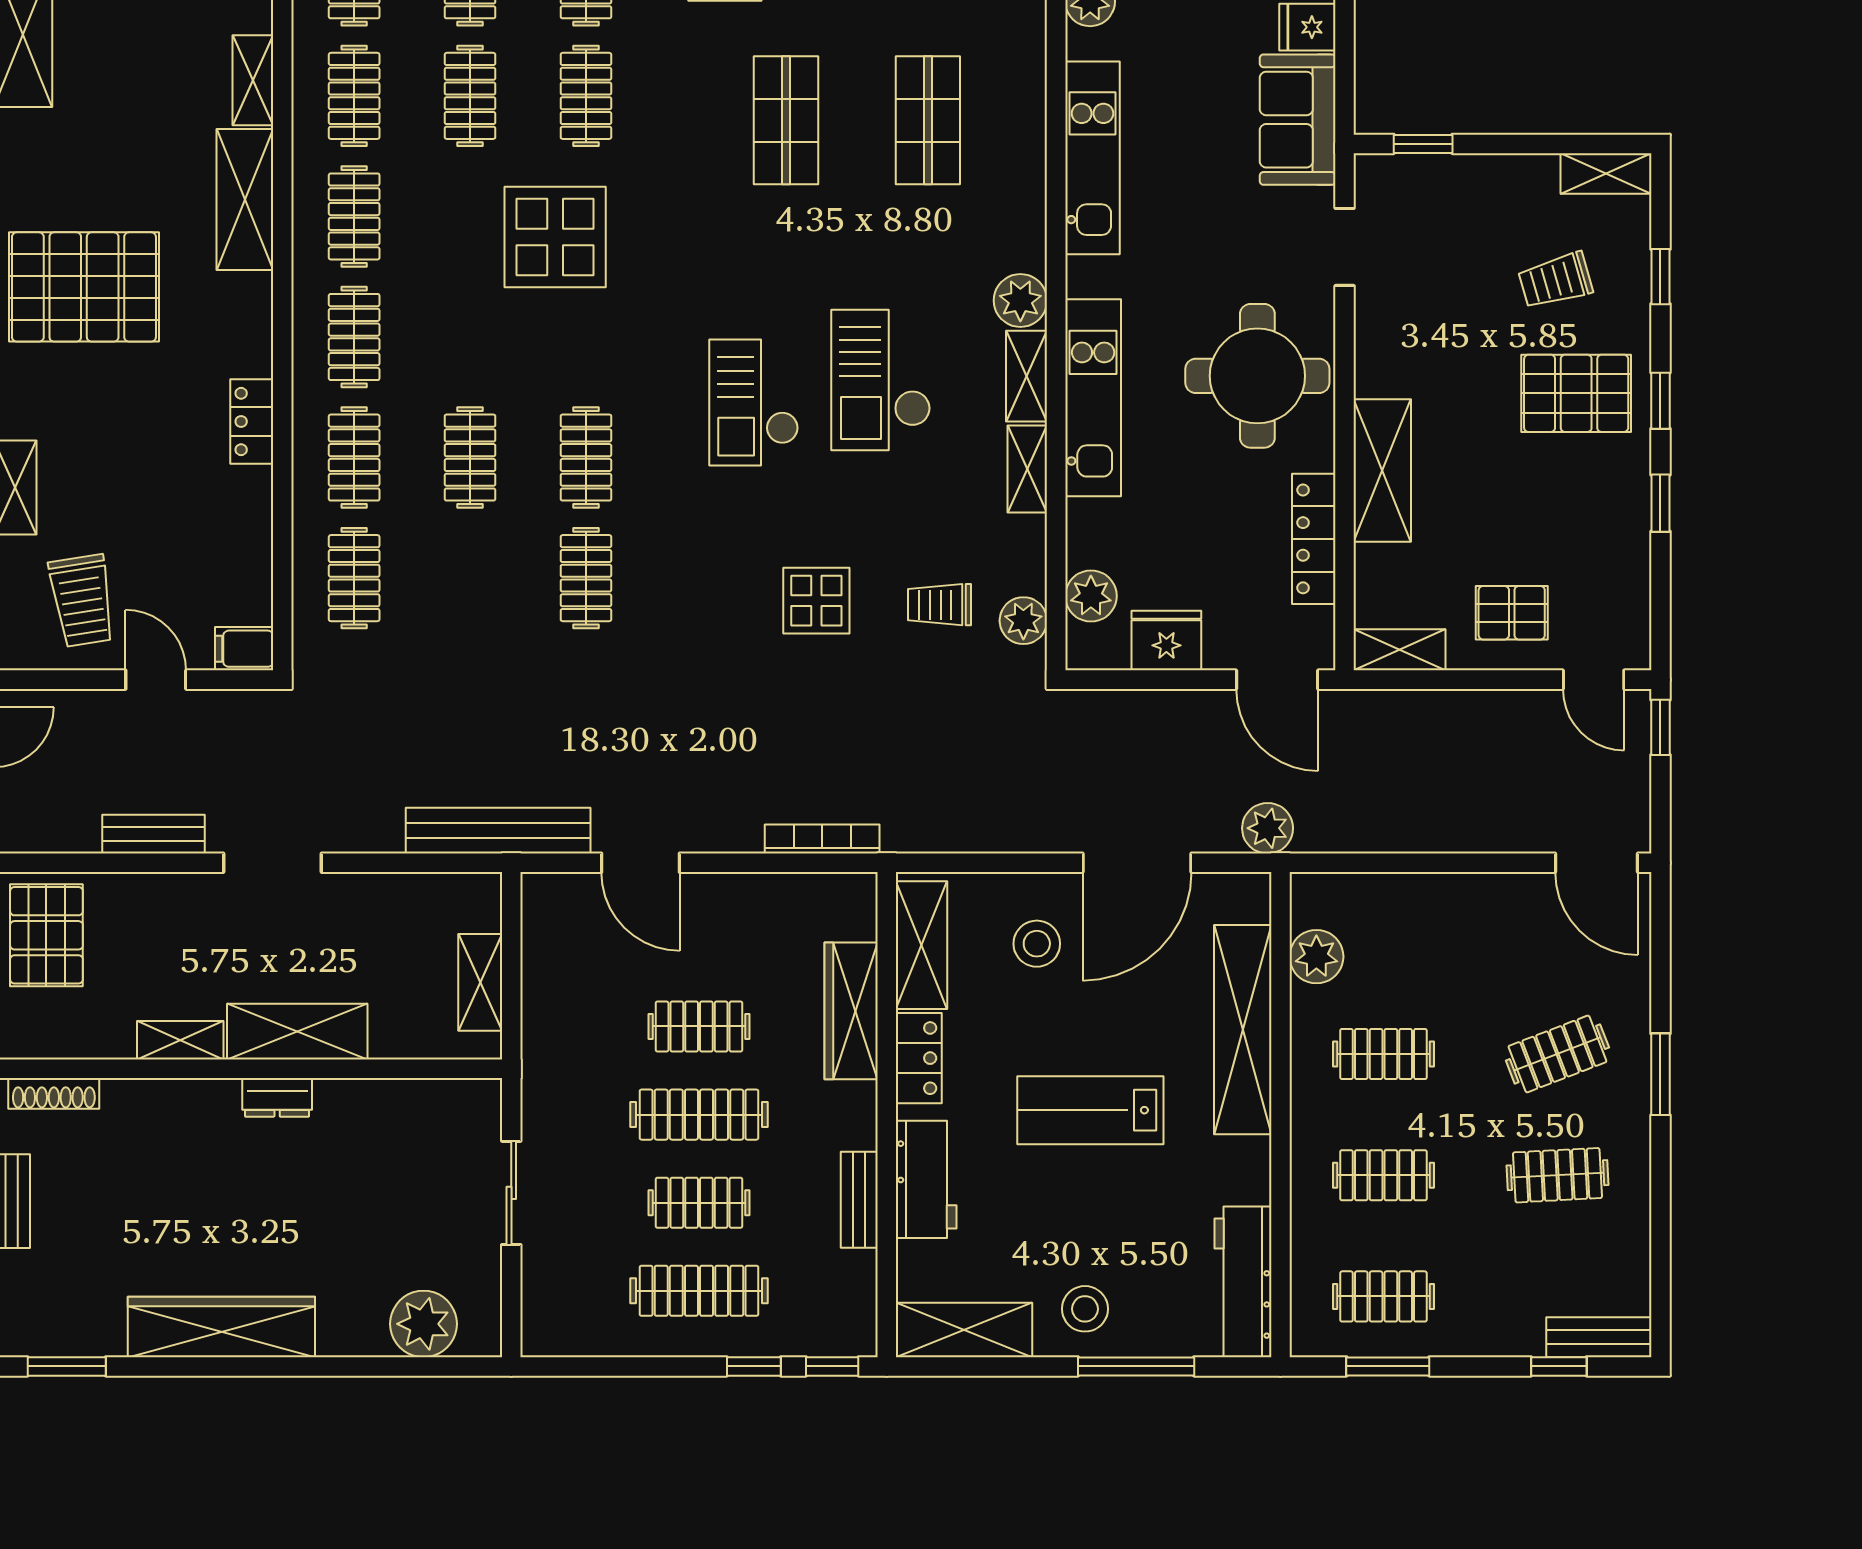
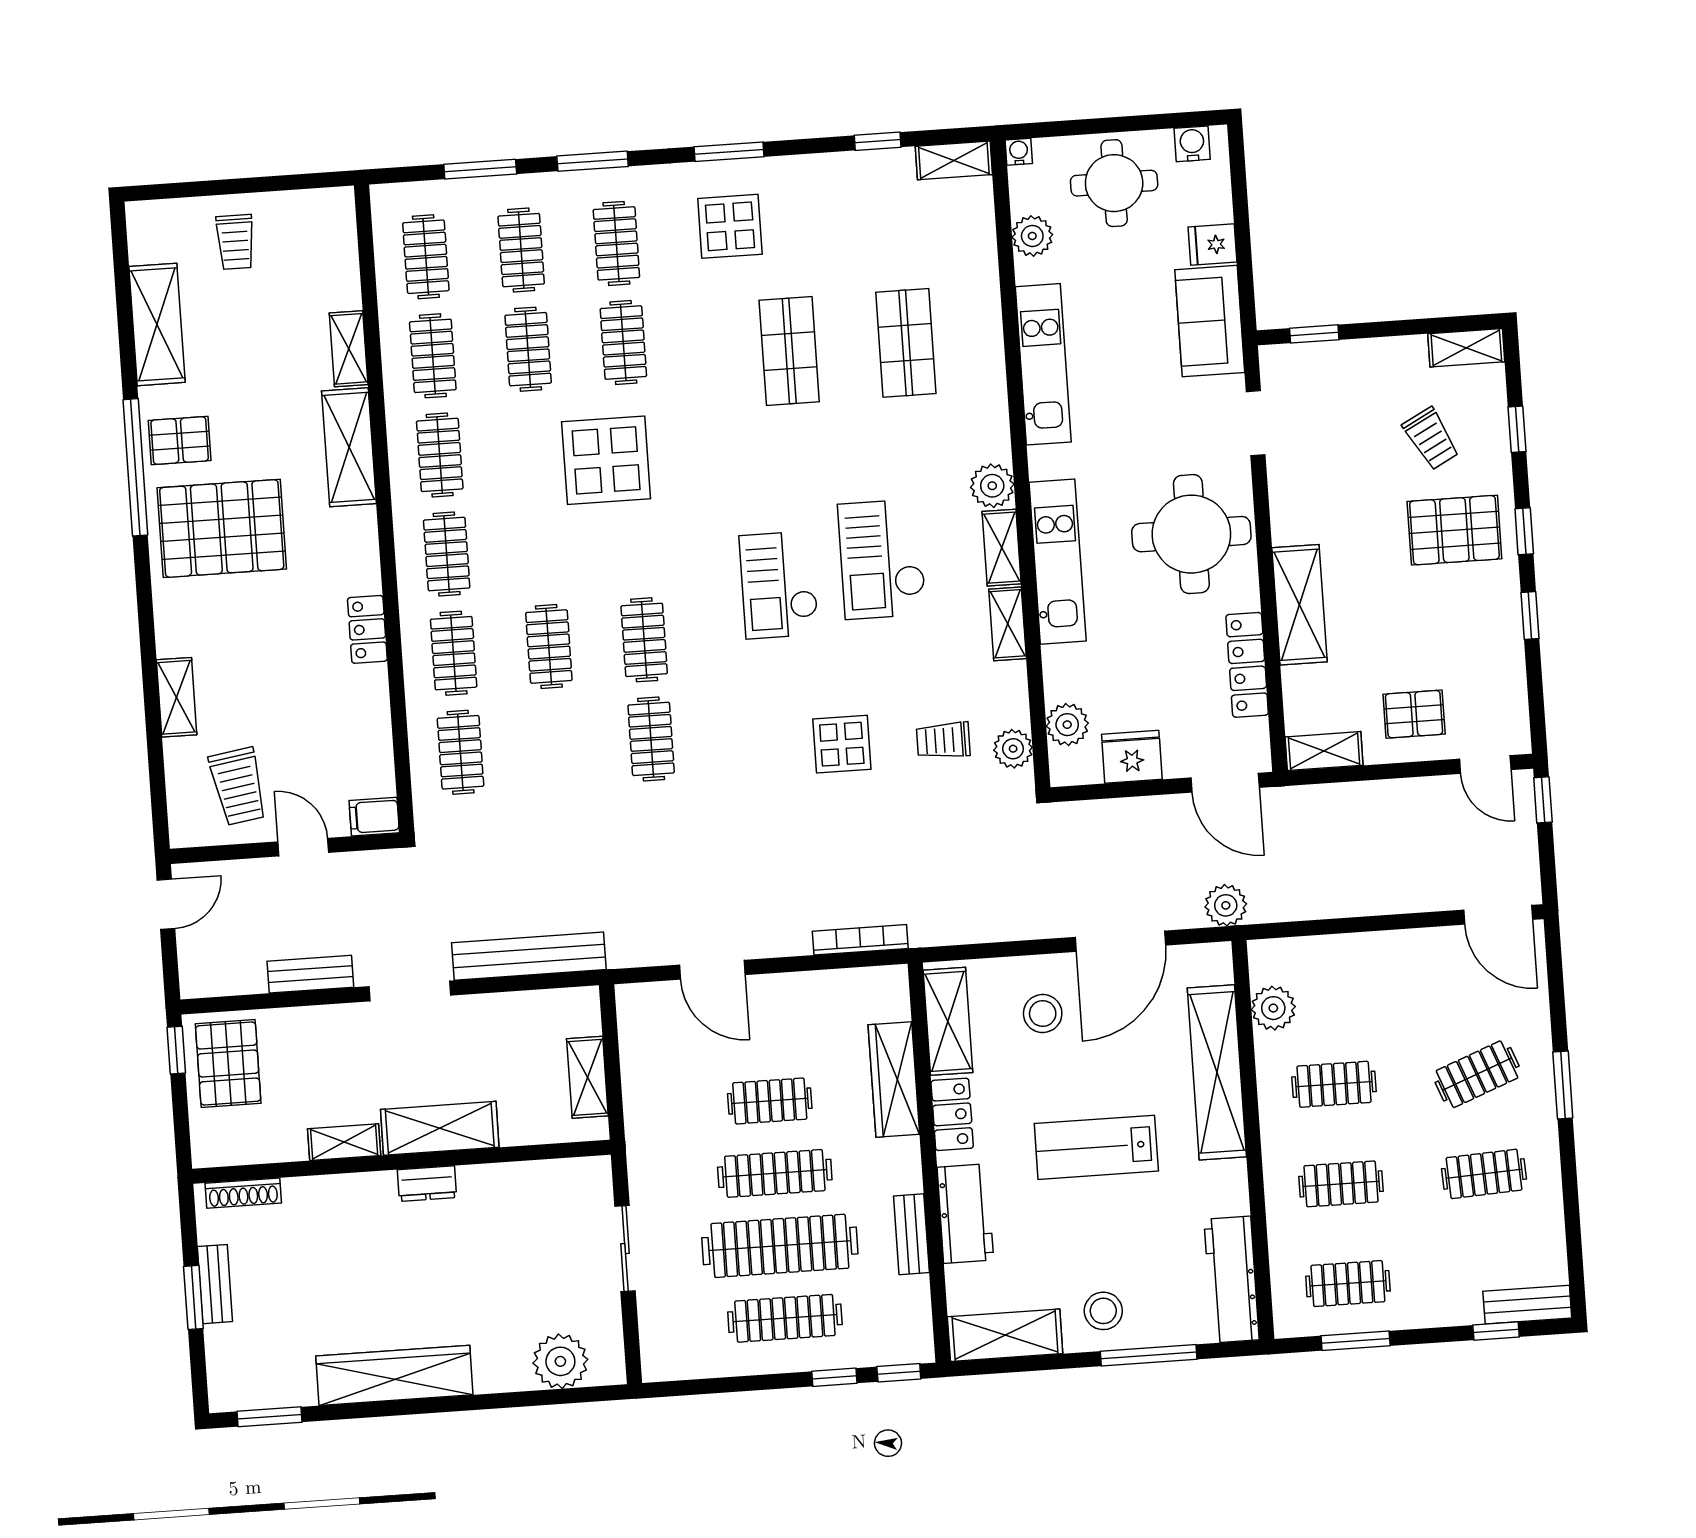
pallet: (40, 177) -> (180, 441), added
trolley: (1555, 281) -> (1431, 439), turned -102
bench: (498, 831) -> (529, 956), moved
clothes rail: (699, 1203) -> (780, 1246), width x1.86, depth x1.31

